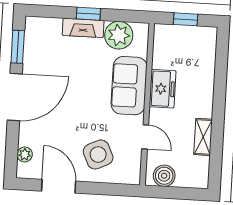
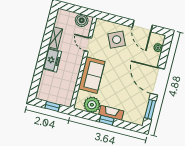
freezer: (163, 89) -> (52, 60), moved, turned 180
door: (15, 97) -> (157, 81), hinge flipped

